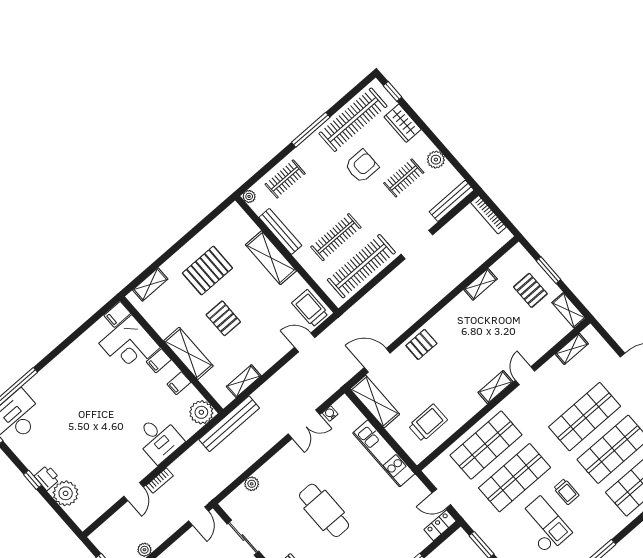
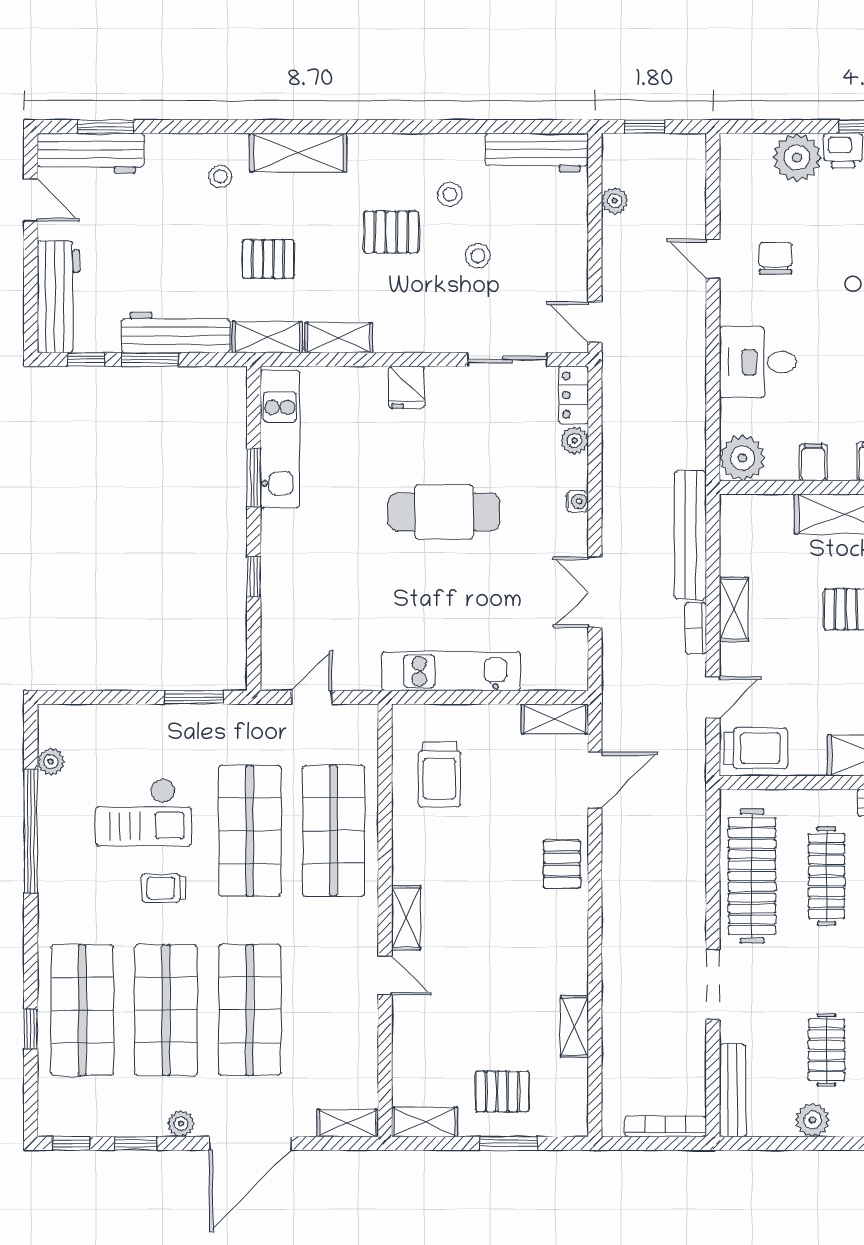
shelving: (572, 349) -> (348, 1123), moved, turned 90
shelving: (244, 381) -> (734, 609), moved
shelving: (375, 402) -> (555, 719), width x0.67, depth x0.75
water cooler: (330, 413) -> (577, 501), moved
bench: (229, 424) -> (690, 535), moved
chair: (112, 467) -> (776, 258), added
bookcase: (160, 481) -> (696, 628), moved
locker: (440, 525) -> (574, 395), moved, turned 180

